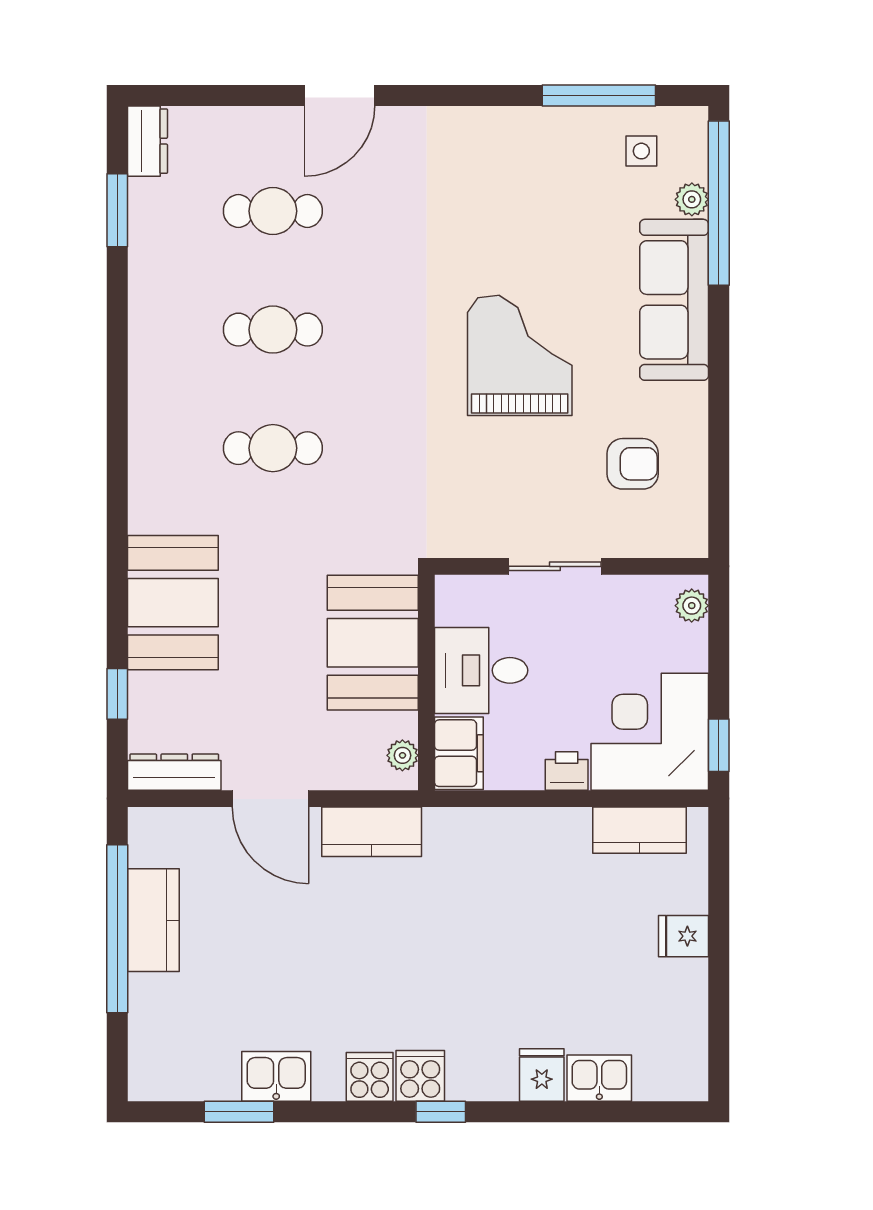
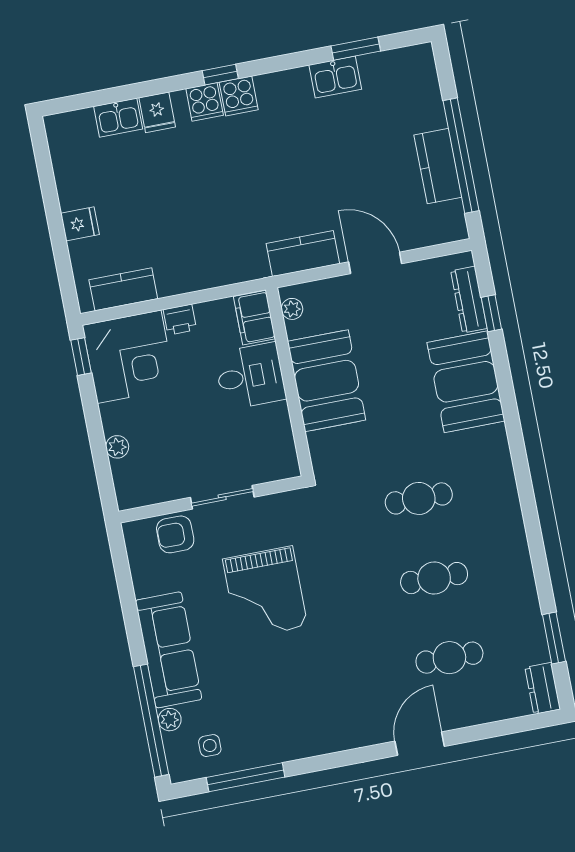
sliding door: (555, 566) -> (222, 497), moved
wall: (571, 566) -> (211, 499), moved
dresser: (174, 772) -> (469, 300), moved, turned 90
cooker: (370, 1077) -> (205, 102), moved

